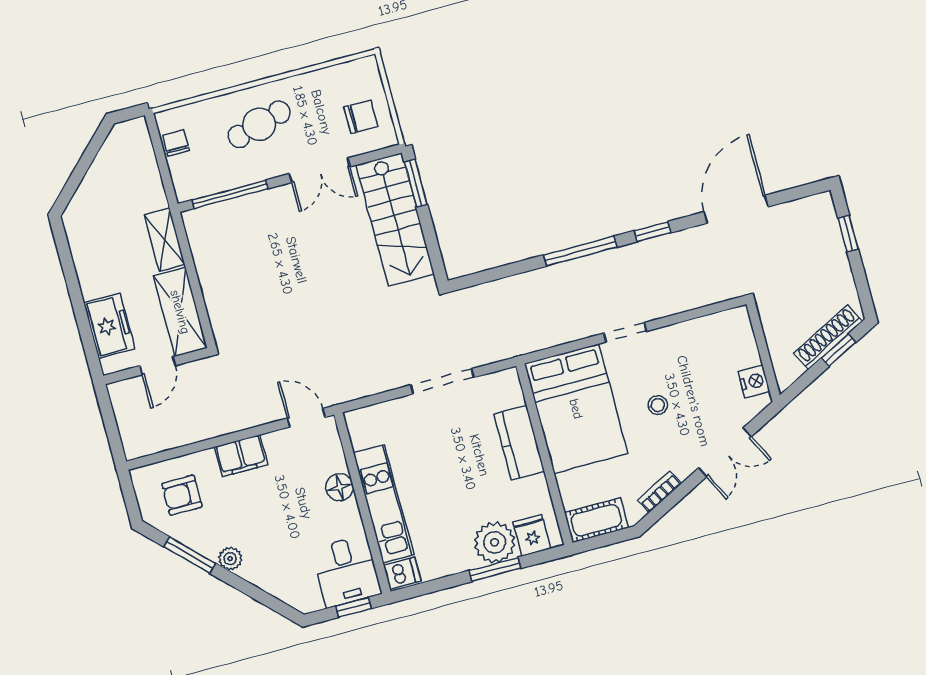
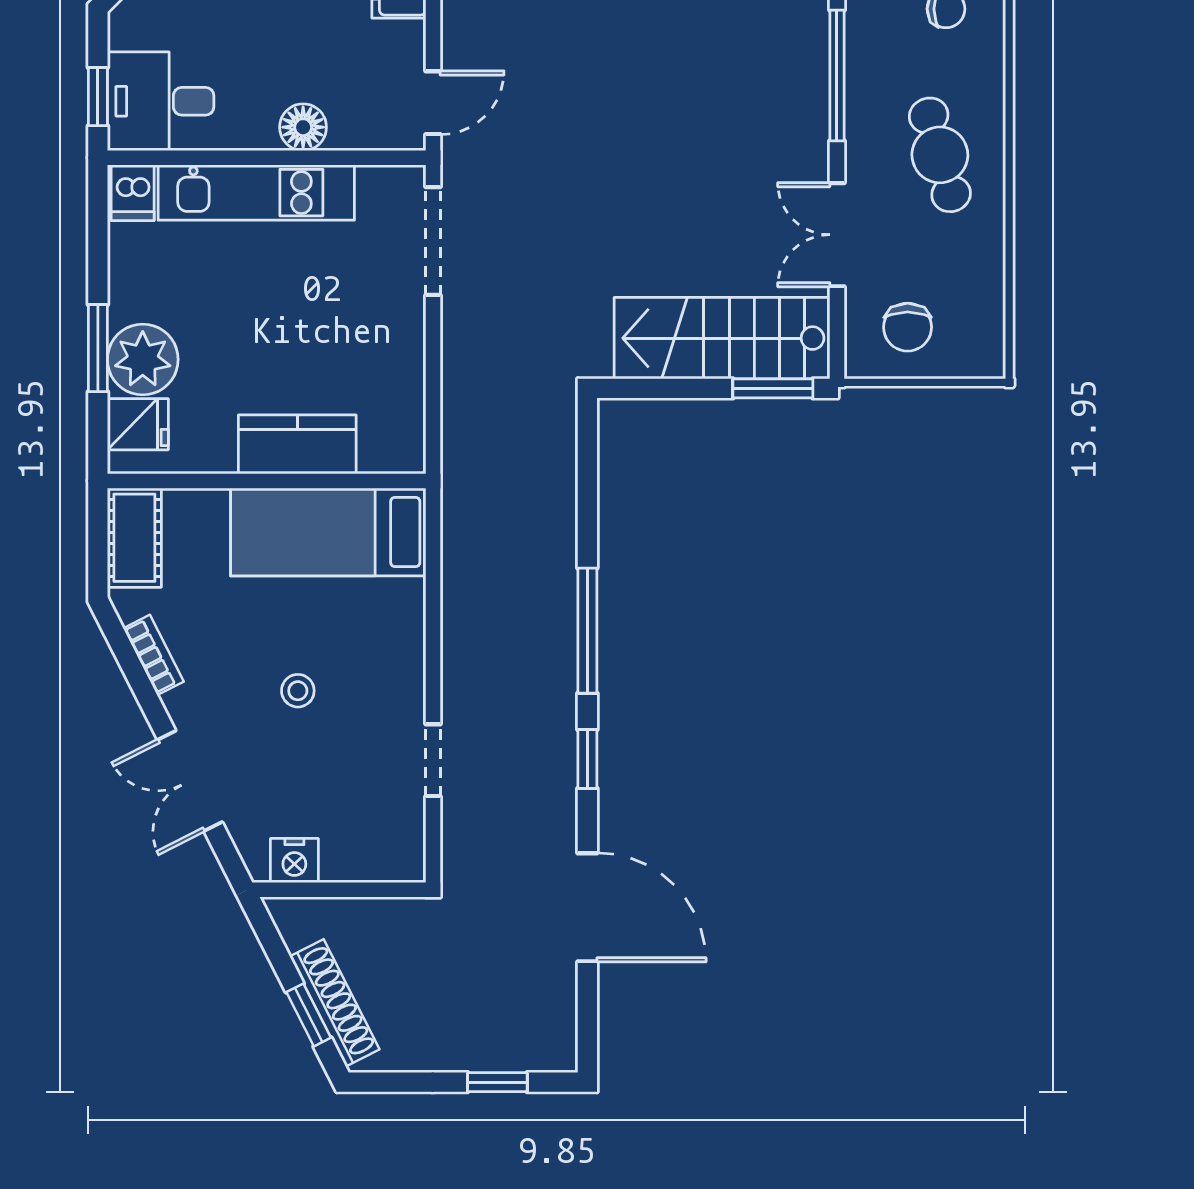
doorway: (625, 332) -> (433, 760), moved
doorway: (442, 381) -> (433, 241), moved
bed: (576, 409) -> (328, 532), width x0.67

